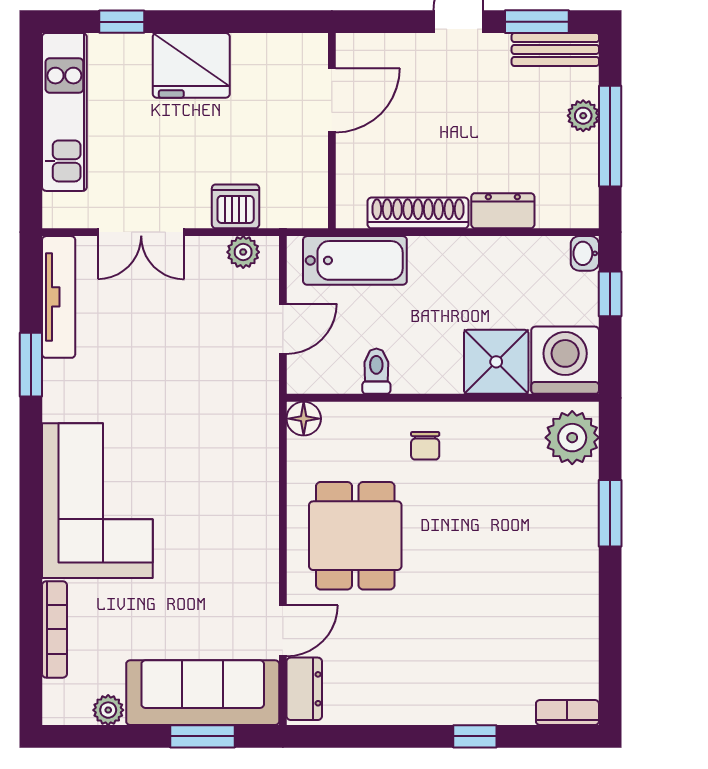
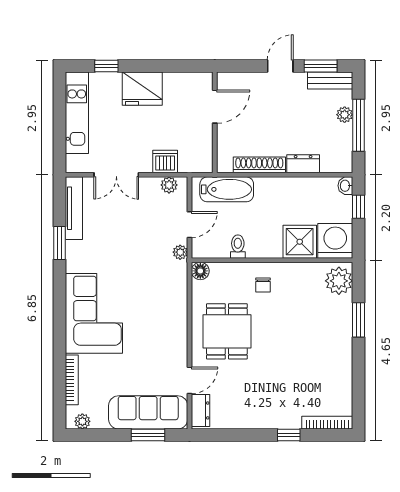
plant: (265, 382) -> (180, 252), added
plant: (108, 710) -> (82, 421), moved
bookcase: (567, 712) -> (327, 423), width x1.56

